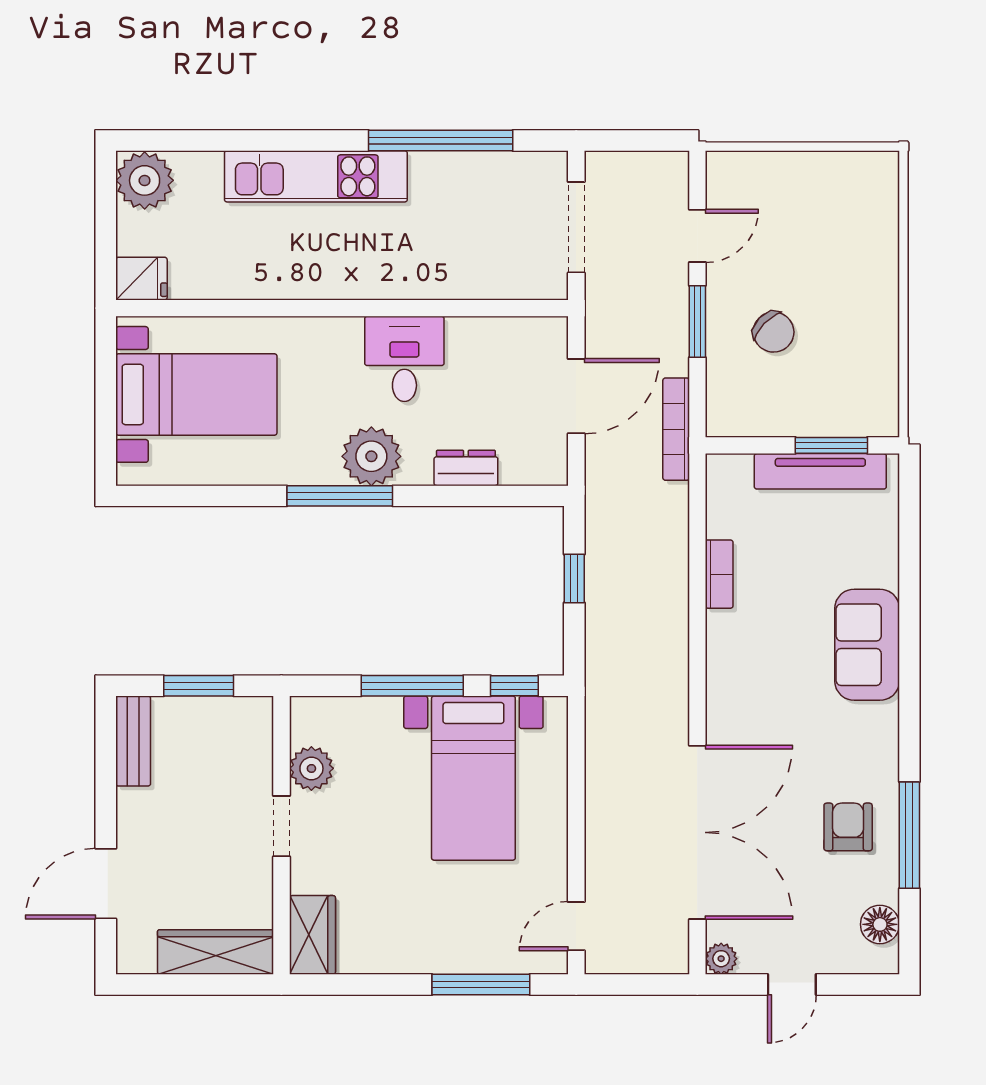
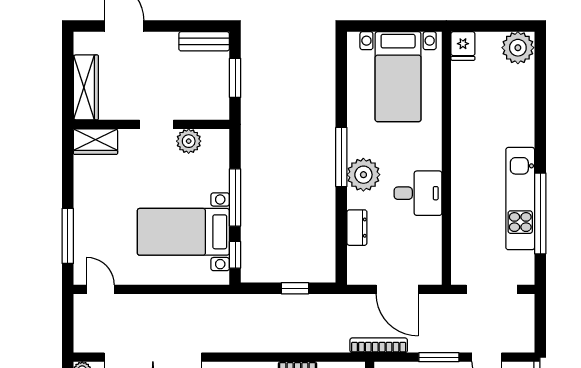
kitchen unit: (316, 176) -> (520, 199), moved

